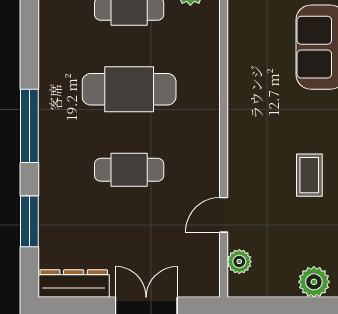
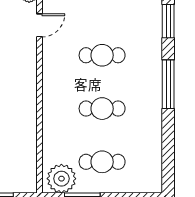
cafe table: (129, 89) -> (102, 109), width x0.73, depth x0.74

